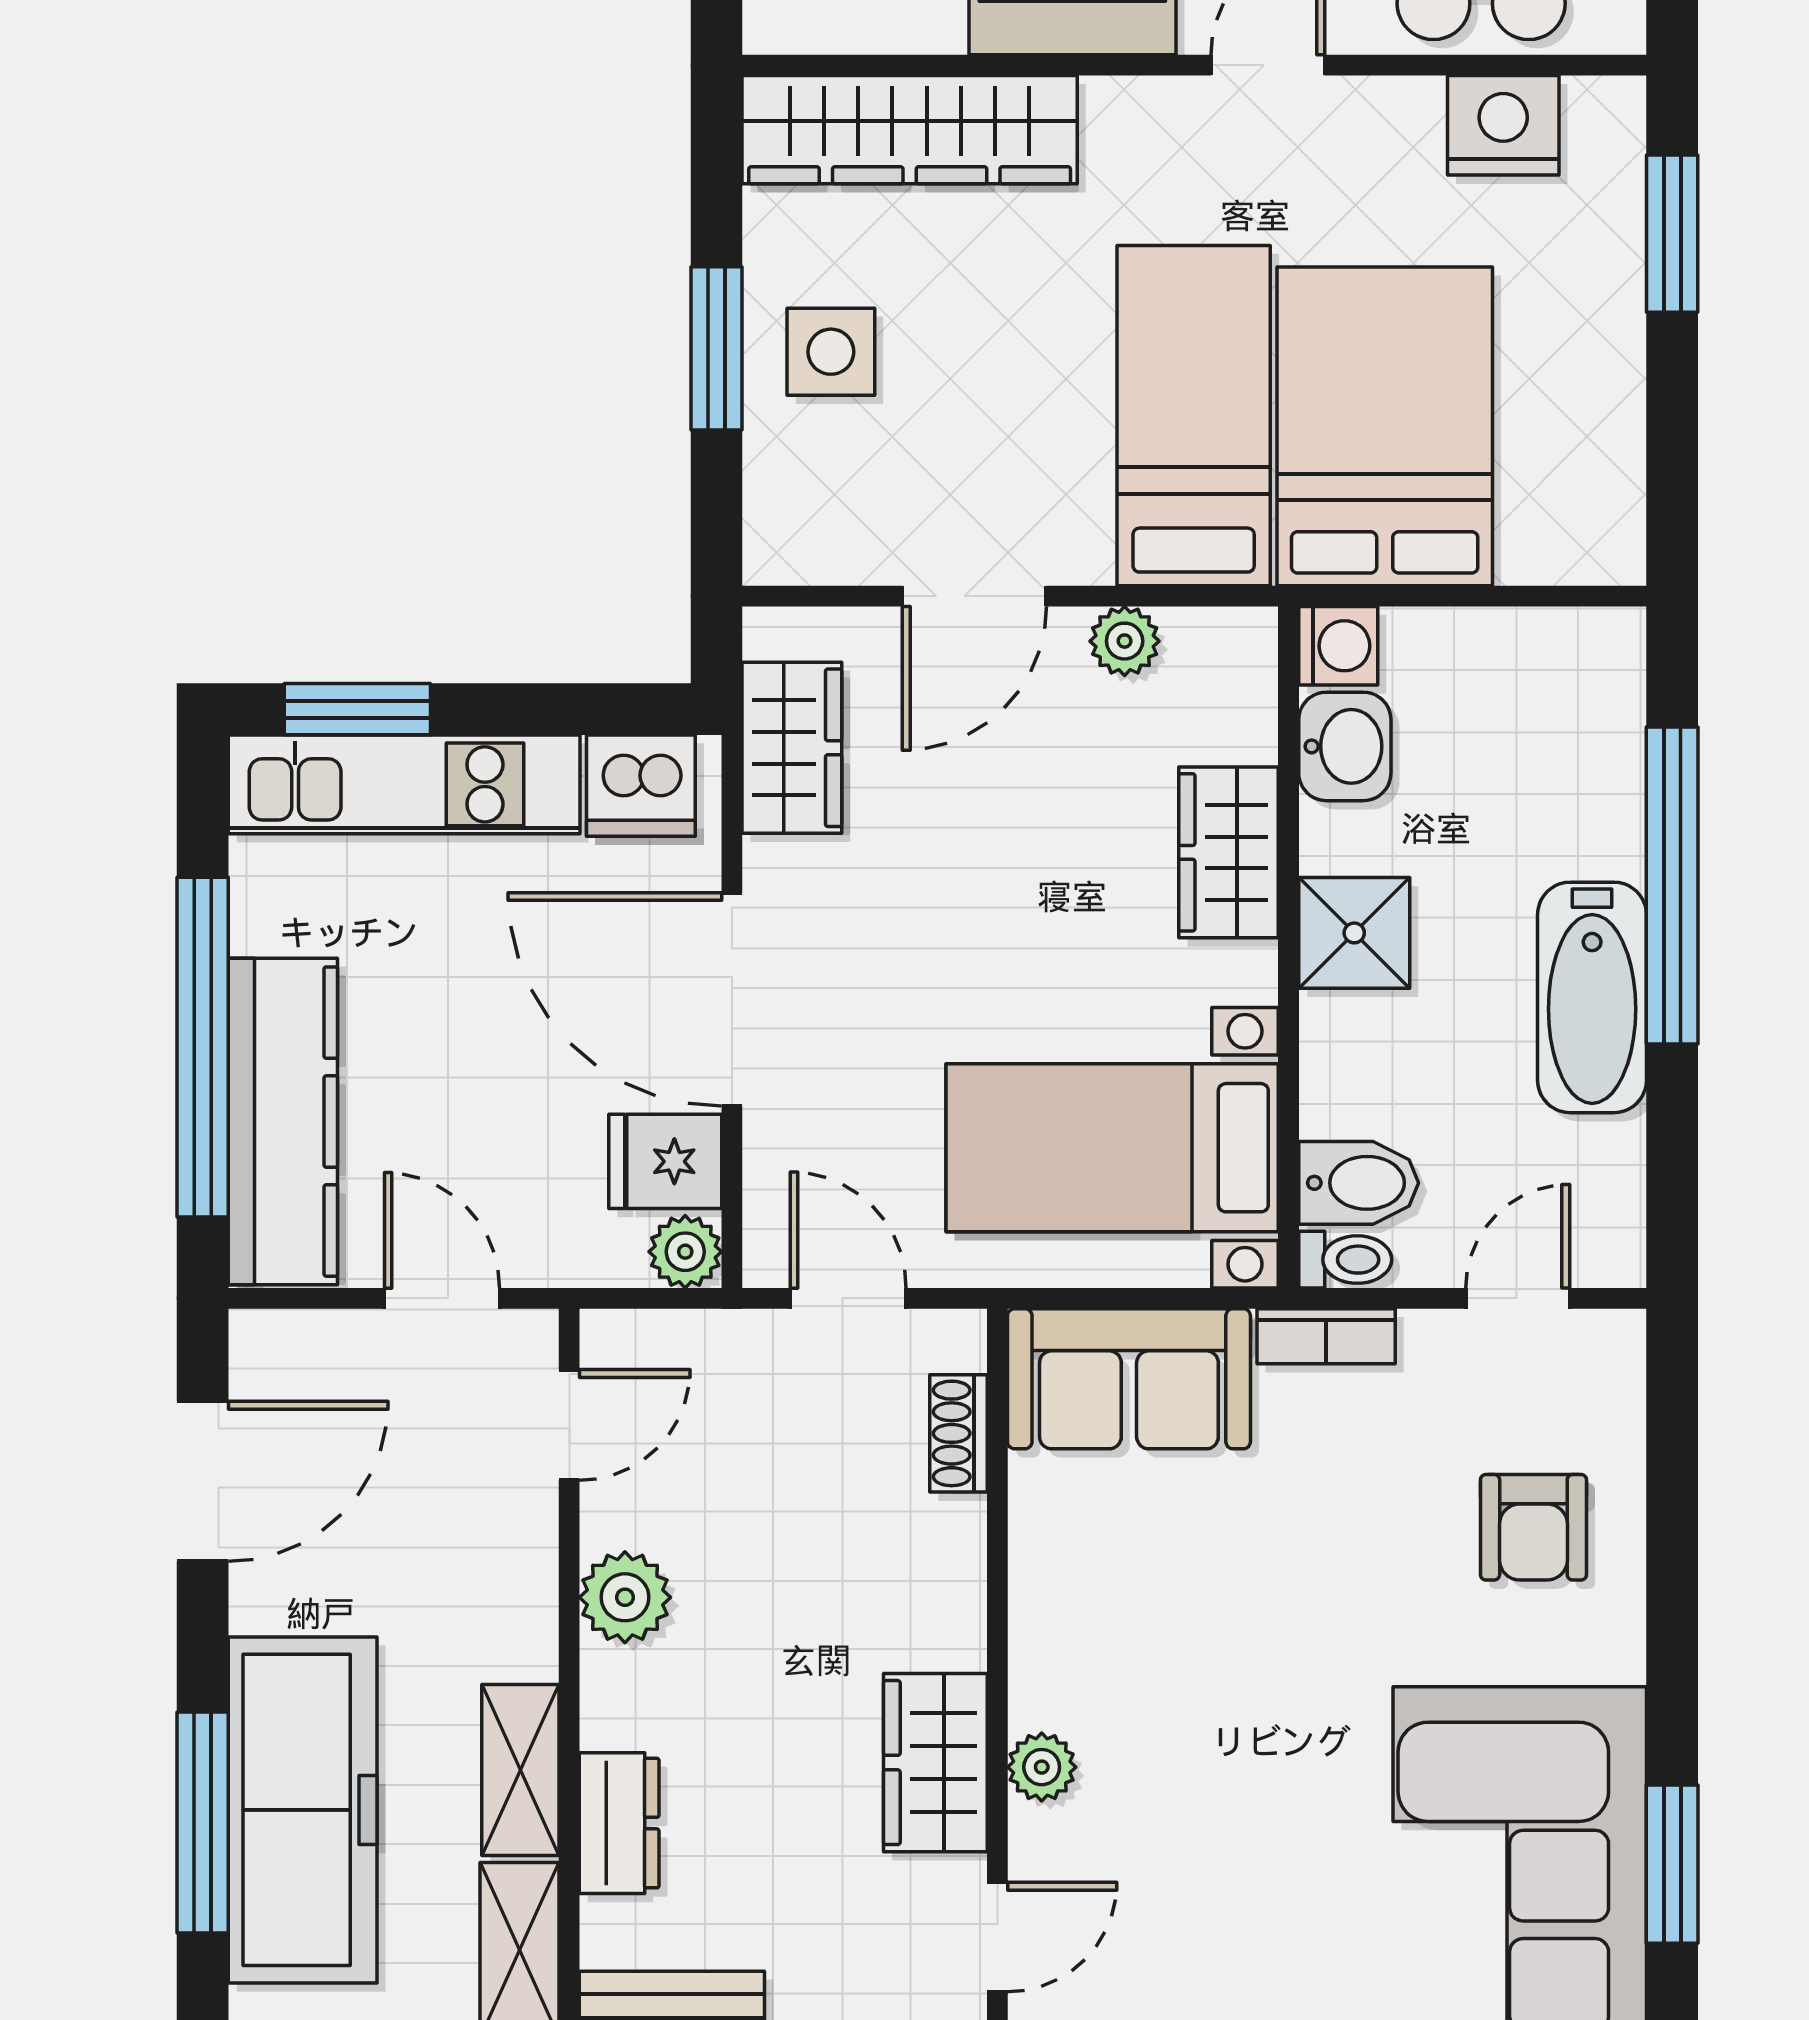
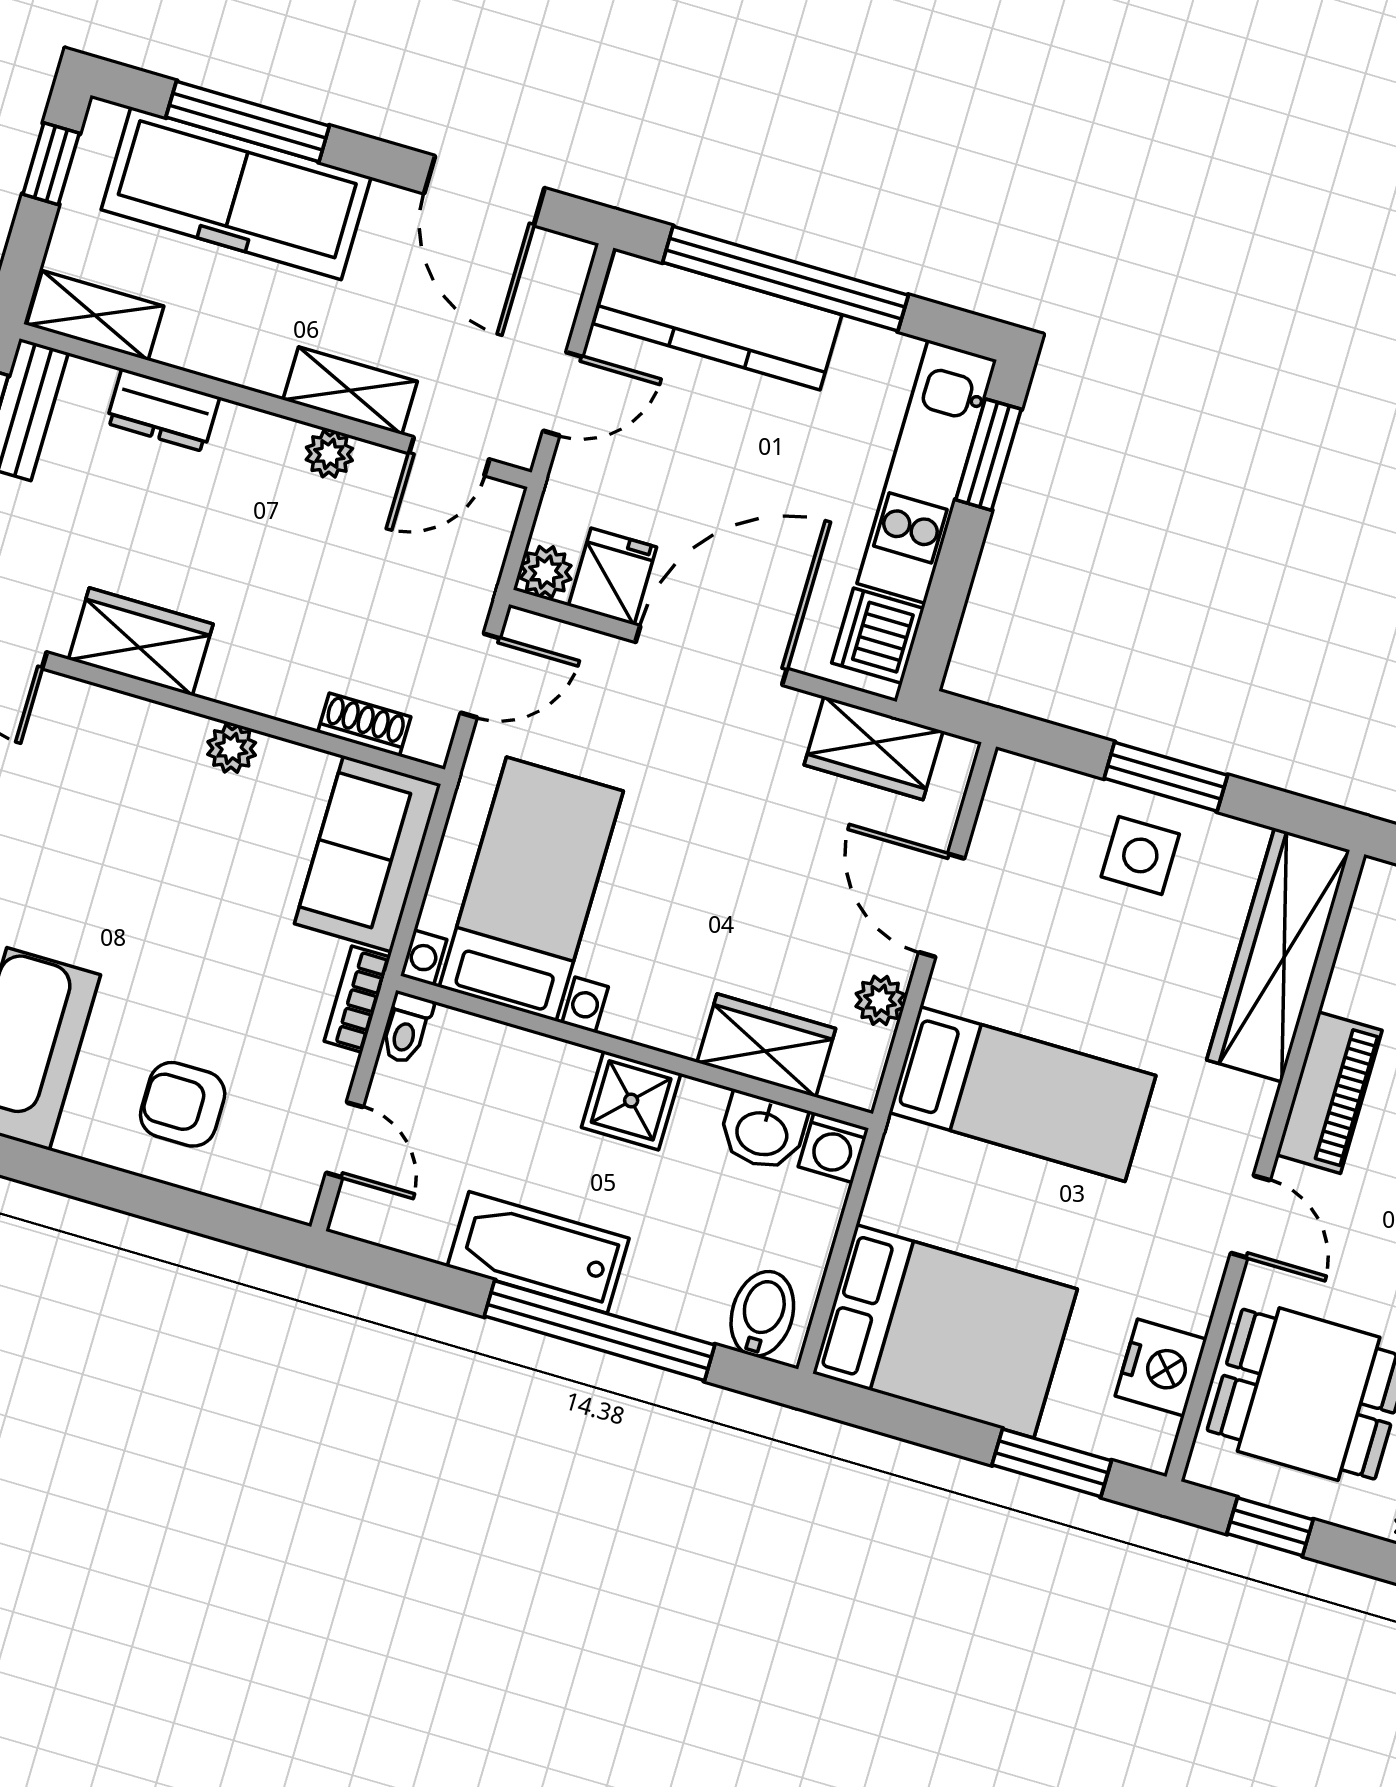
bed: (1385, 426) -> (945, 1331), moved
wardrobe: (1229, 852) -> (766, 1045), moved
bidet: (1359, 1183) -> (762, 1314), moved, turned 180
door: (569, 1425) -> (449, 456), hinge flipped
plant: (625, 1597) -> (329, 454), width x0.73, depth x0.73
plant: (1042, 1767) -> (232, 748), moved
shelving: (520, 1770) -> (350, 391), moved

